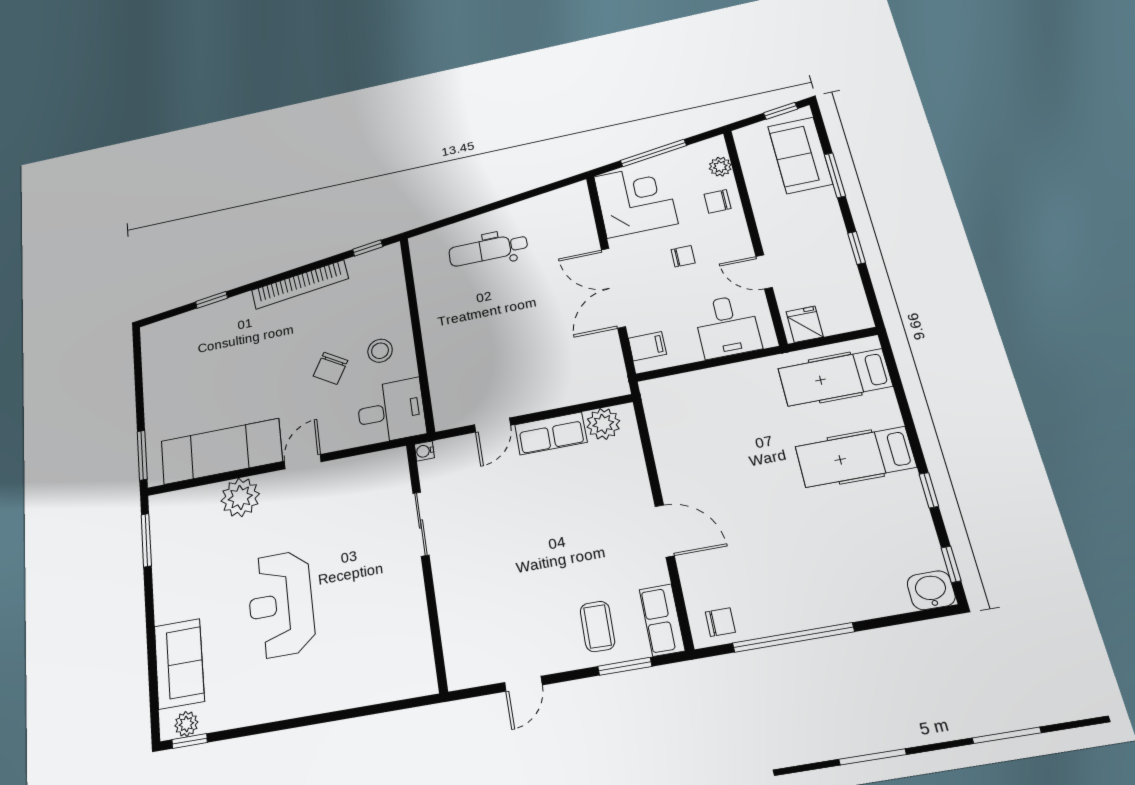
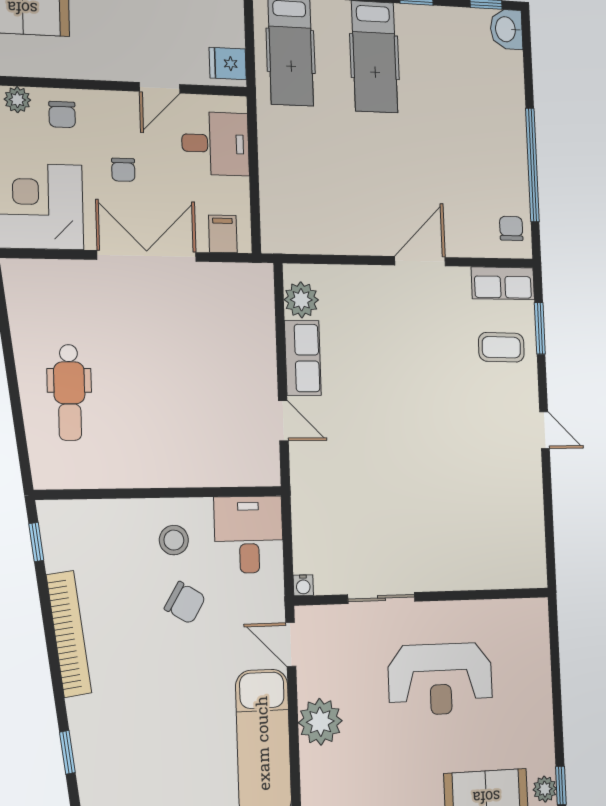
chair: (683, 256) -> (123, 170), turned 180
double door: (613, 288) -> (147, 256), swing flipped
water cooler: (424, 451) -> (303, 585), moved
sliding door: (421, 524) -> (381, 598), moved
wall: (426, 564) -> (423, 597), moved

